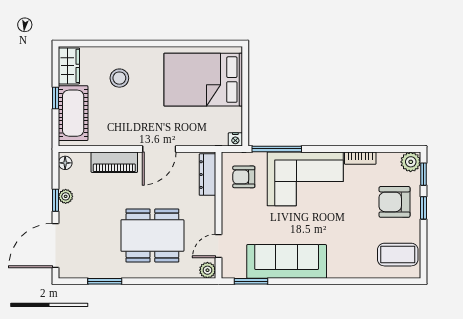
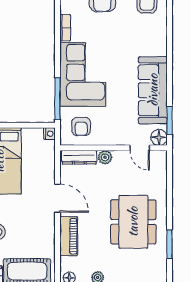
dining table: (152, 235) -> (133, 222), moved
floor lamp: (231, 269) -> (159, 137), added
plant: (207, 270) -> (105, 157), moved

